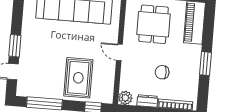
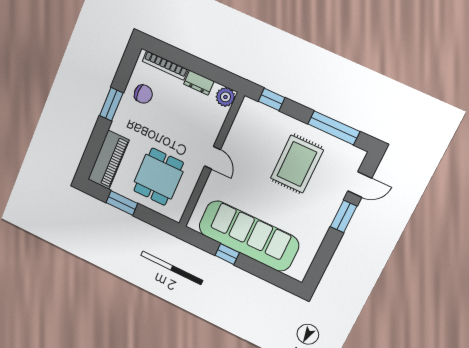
chair: (162, 72) -> (143, 94), moved
rug: (78, 78) -> (297, 164), moved

